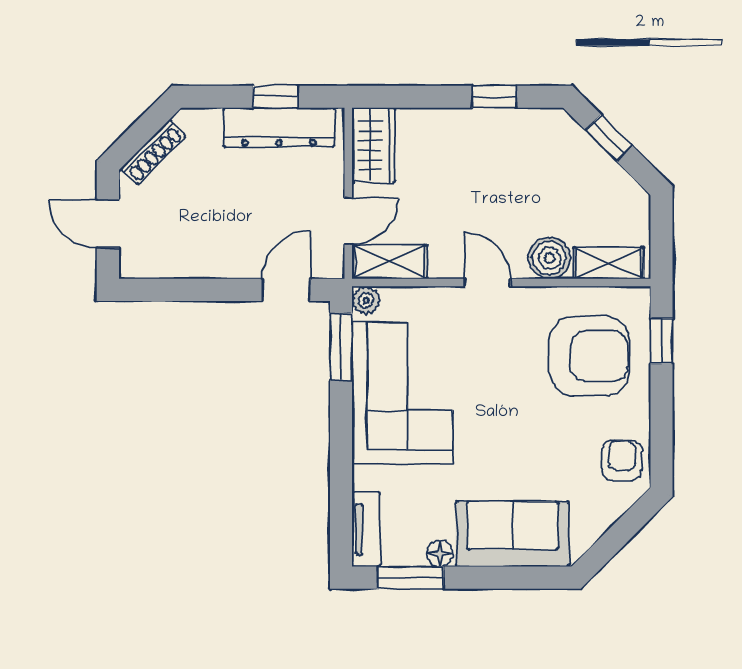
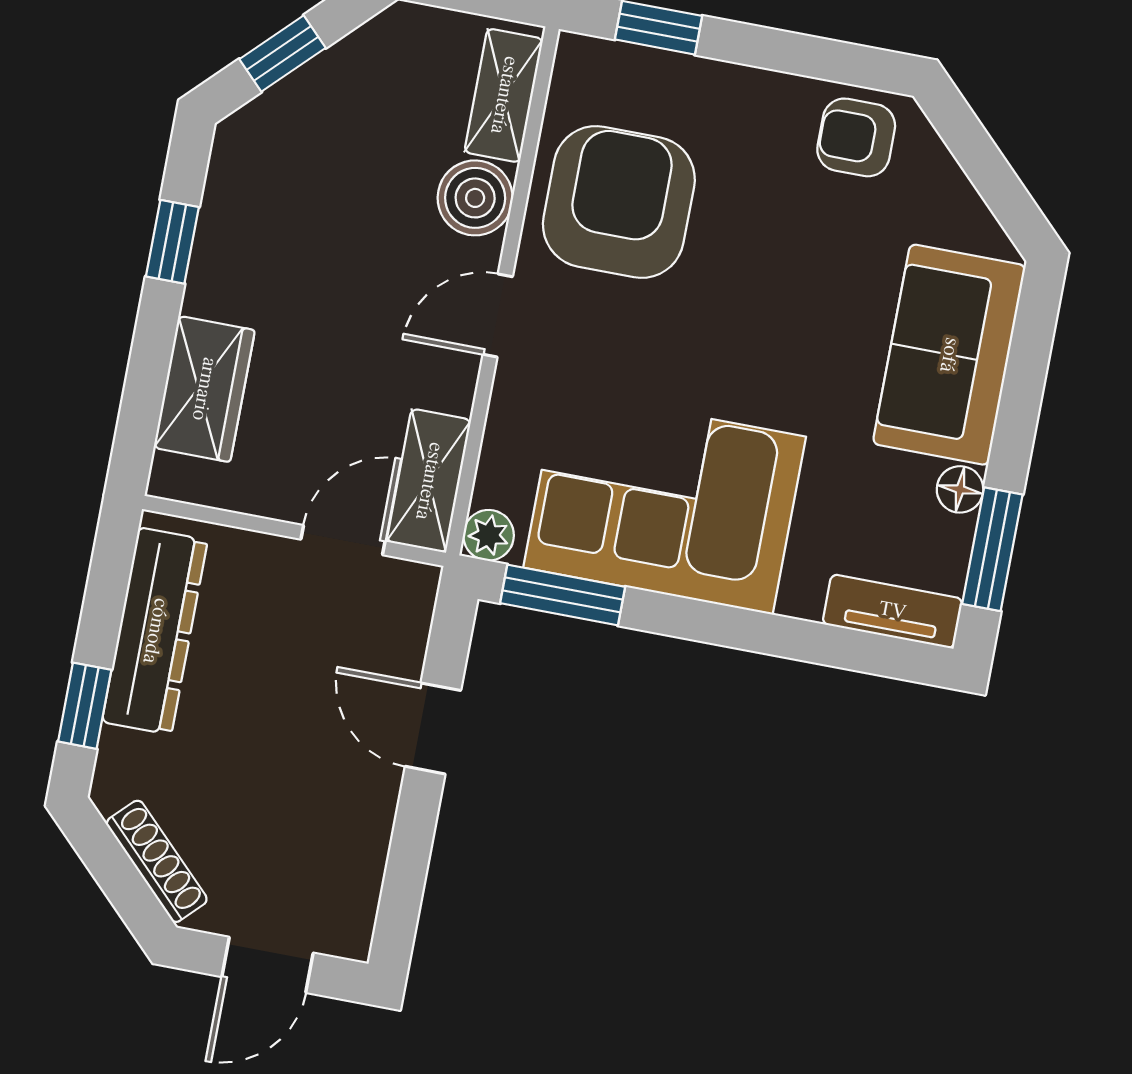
window: (276, 97) -> (85, 706), moved
wardrobe: (374, 145) -> (204, 389), moved, turned 90
door: (348, 221) -> (343, 540), hinge flipped
door: (286, 290) -> (433, 728), moved
armchair: (590, 356) -> (619, 202), moved

